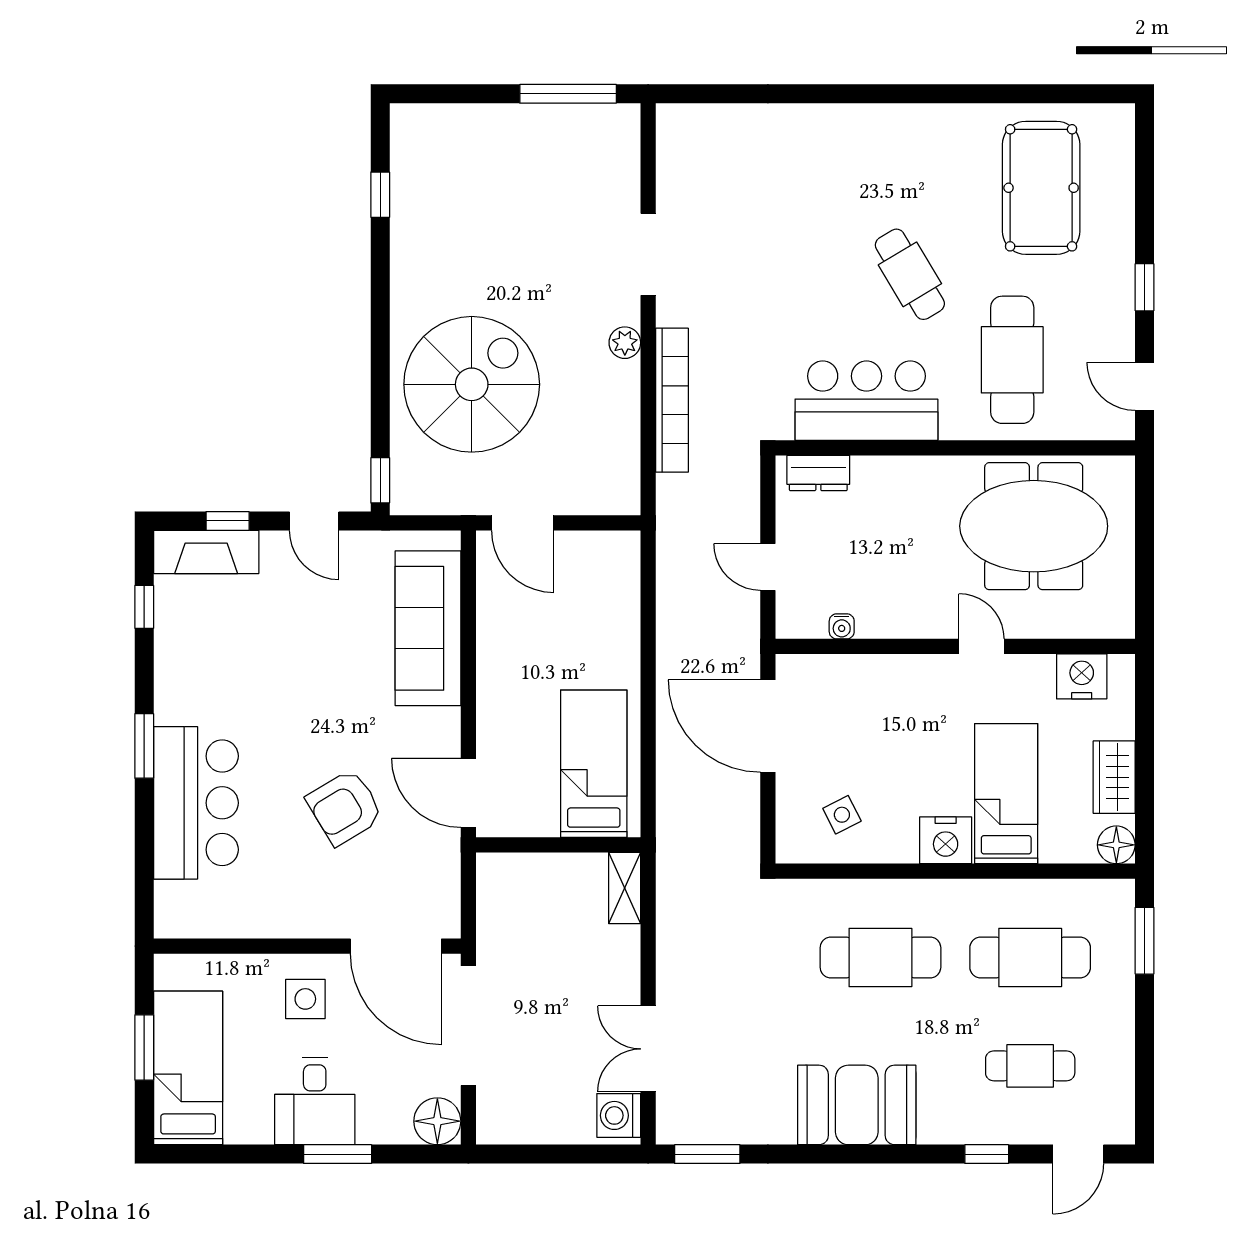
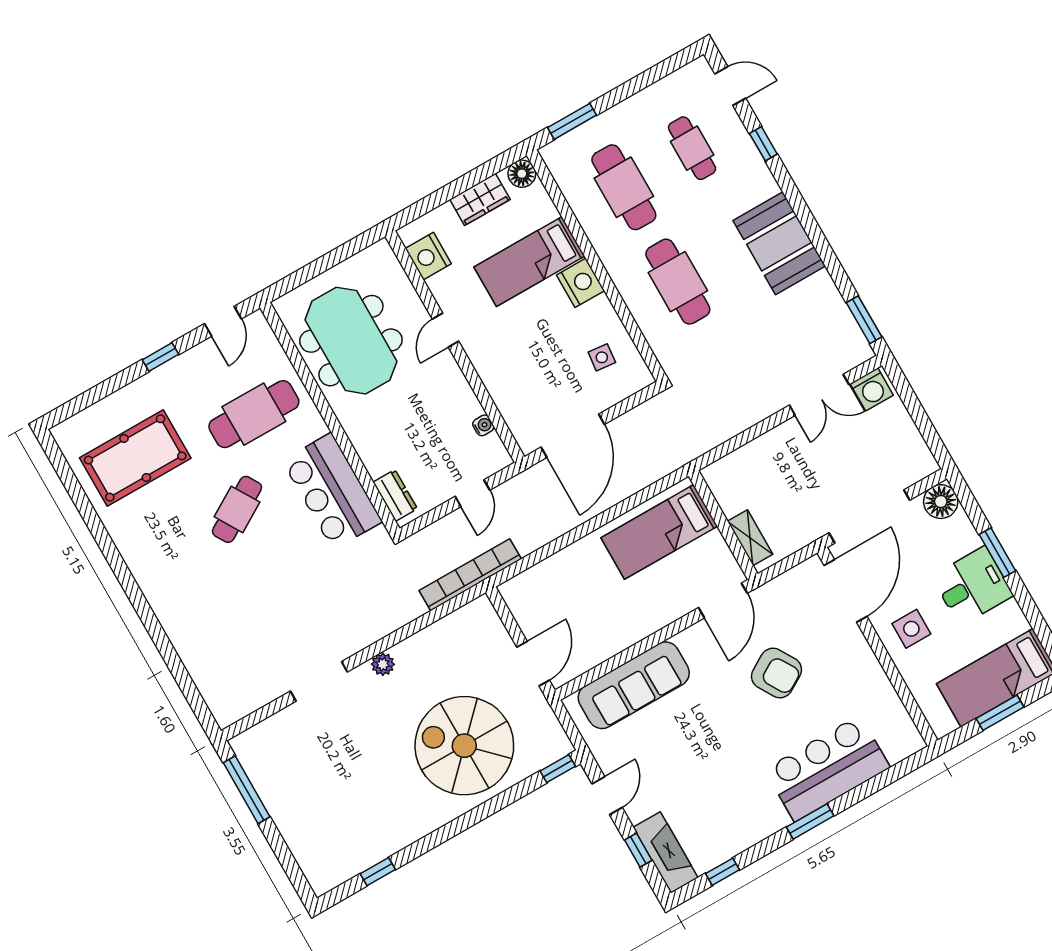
bookcase: (672, 400) -> (470, 575), moved
side table: (842, 815) -> (602, 357), turned 33
shelving: (625, 888) -> (750, 538), moved, turned 90

